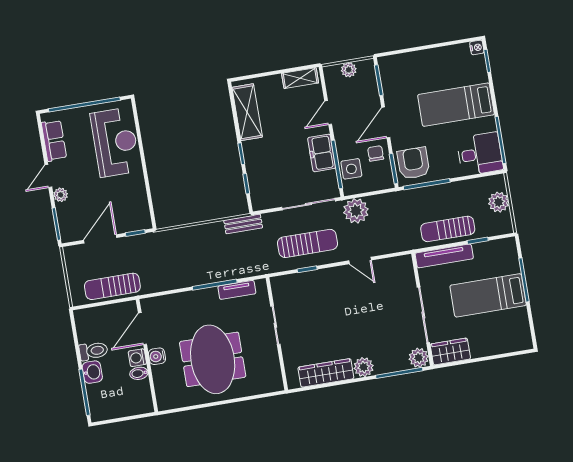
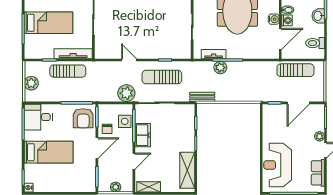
plant: (224, 272) -> (220, 68), added
toilet: (93, 351) -> (315, 43), moved

